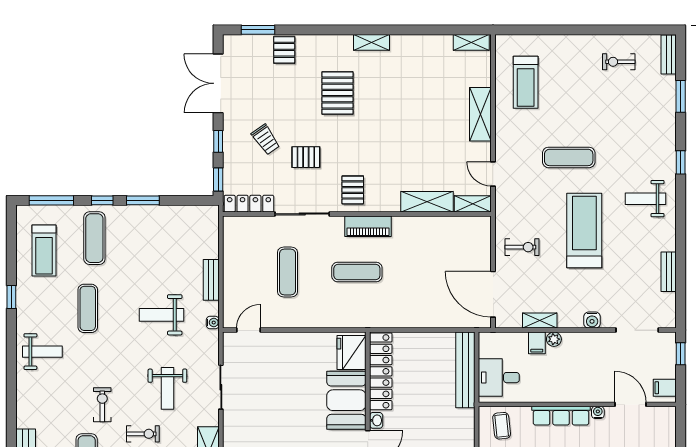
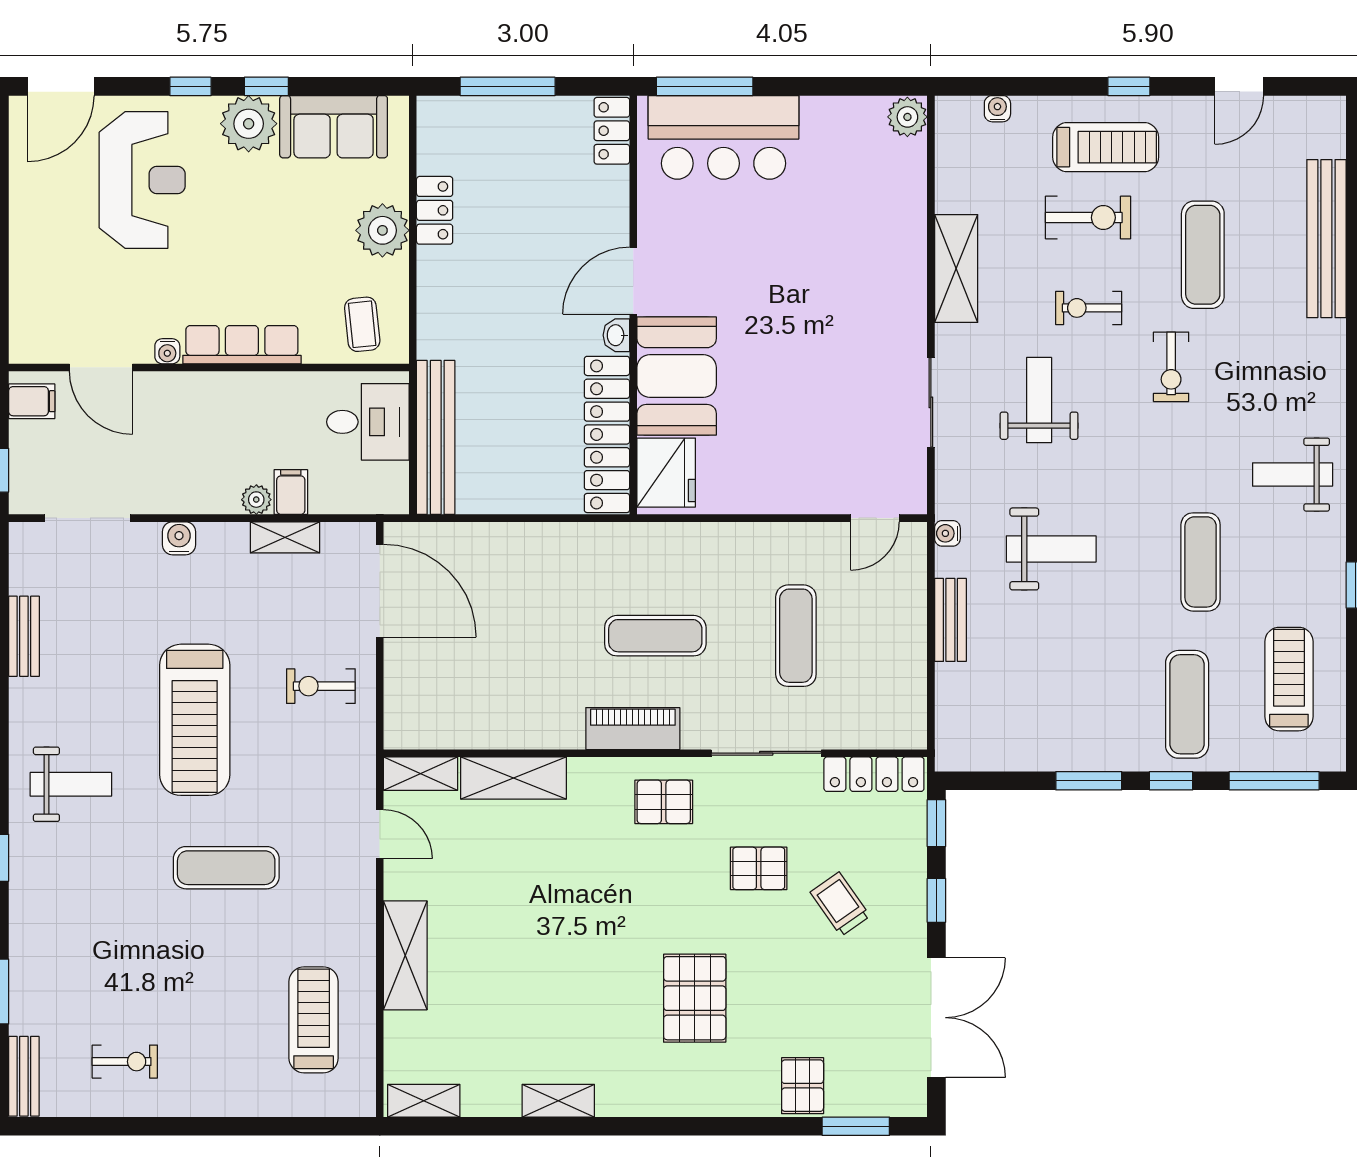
shelving: (371, 42) -> (558, 1101), moved
pallet: (353, 190) -> (664, 802), turned 90

